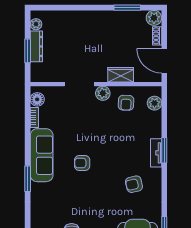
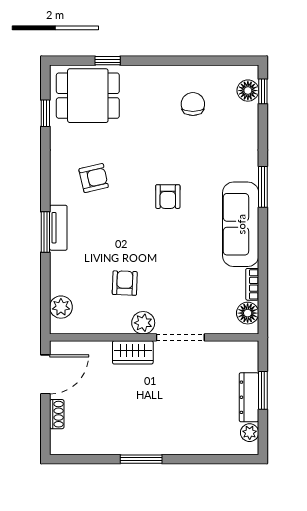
window: (127, 8) -> (141, 459), moved
plant: (154, 18) -> (62, 443), removed
door: (164, 61) -> (45, 374), hinge flipped
wardrobe: (121, 75) -> (133, 352), moved
armchair: (126, 103) -> (125, 283), moved
armchair: (82, 163) -> (168, 197), moved, turned 90

